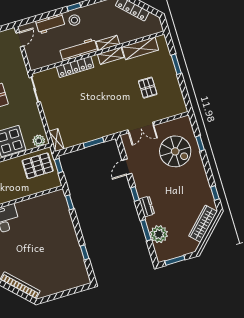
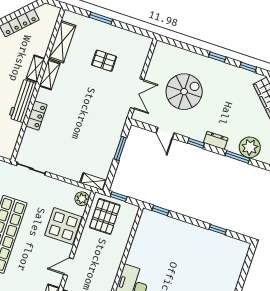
locker: (75, 67) -> (36, 115), width x0.66
window: (200, 143) -> (217, 57), moved
spiral stairs: (175, 151) -> (184, 92), moved

